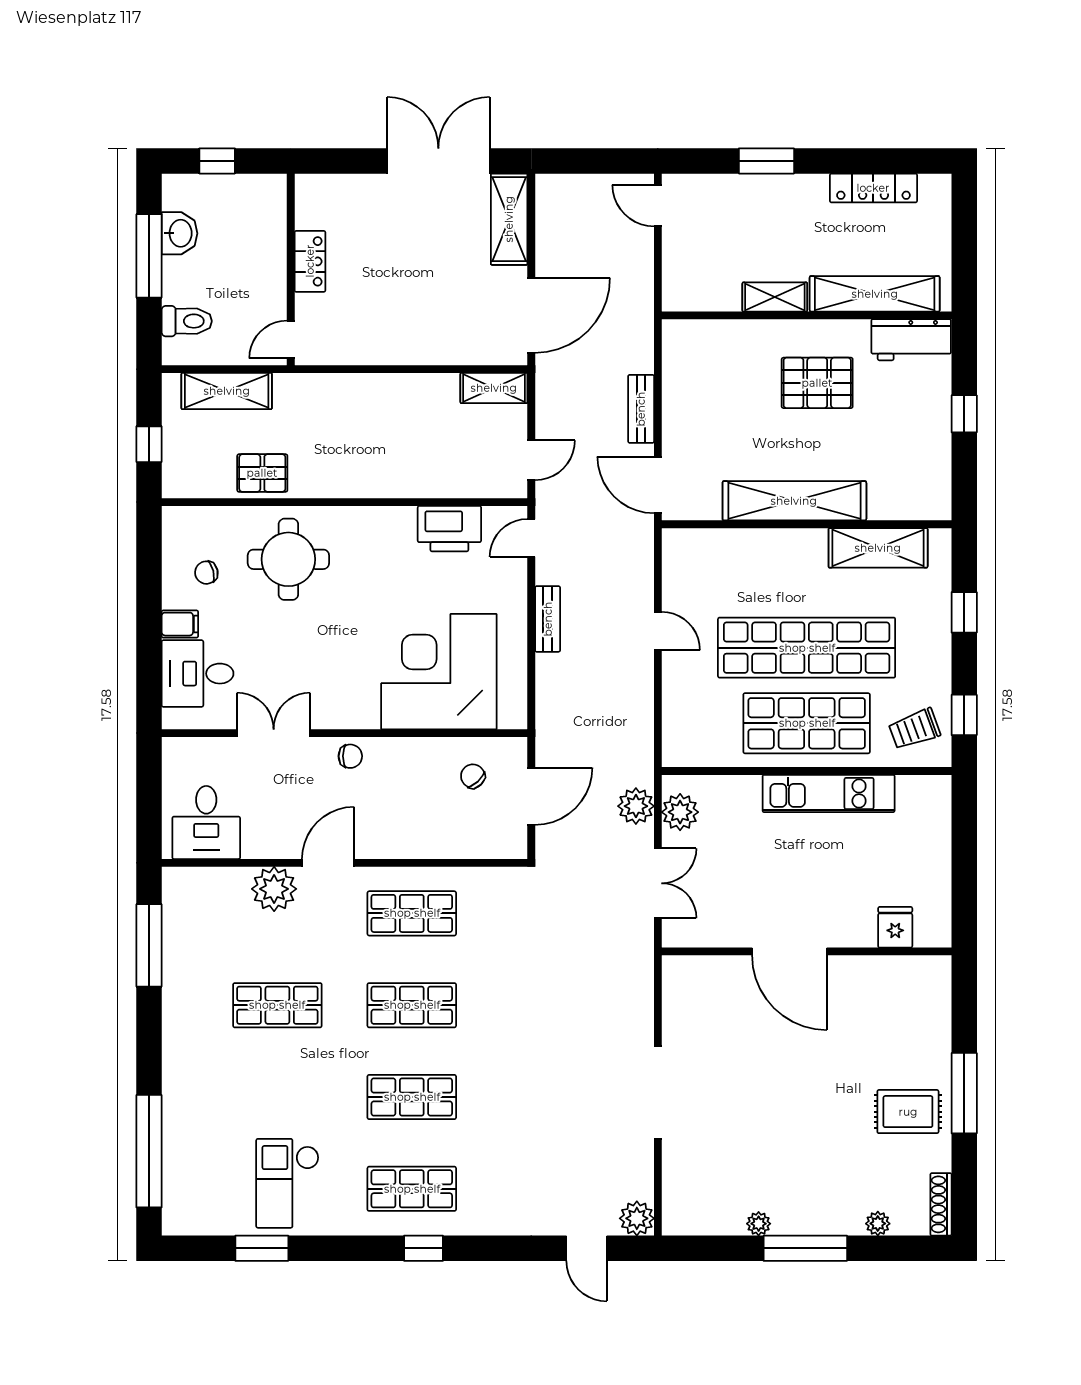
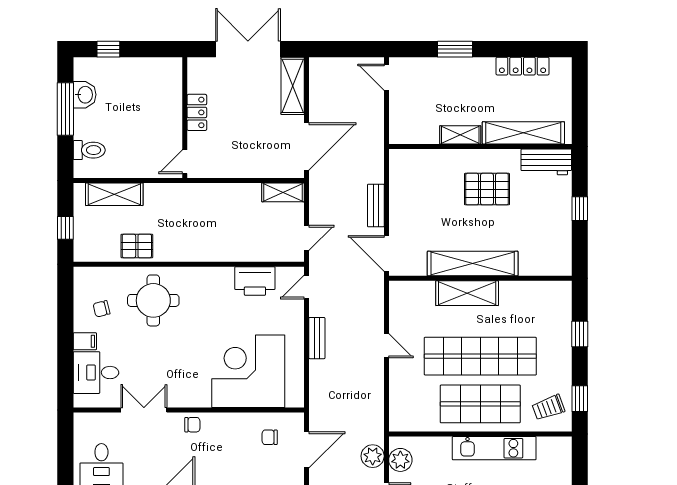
locker: (310, 261) -> (197, 112), moved
wall: (291, 269) -> (185, 118), moved
door: (291, 339) -> (185, 162), moved
shelving: (878, 548) -> (467, 293), moved
chair: (473, 776) -> (270, 437), turned -47

